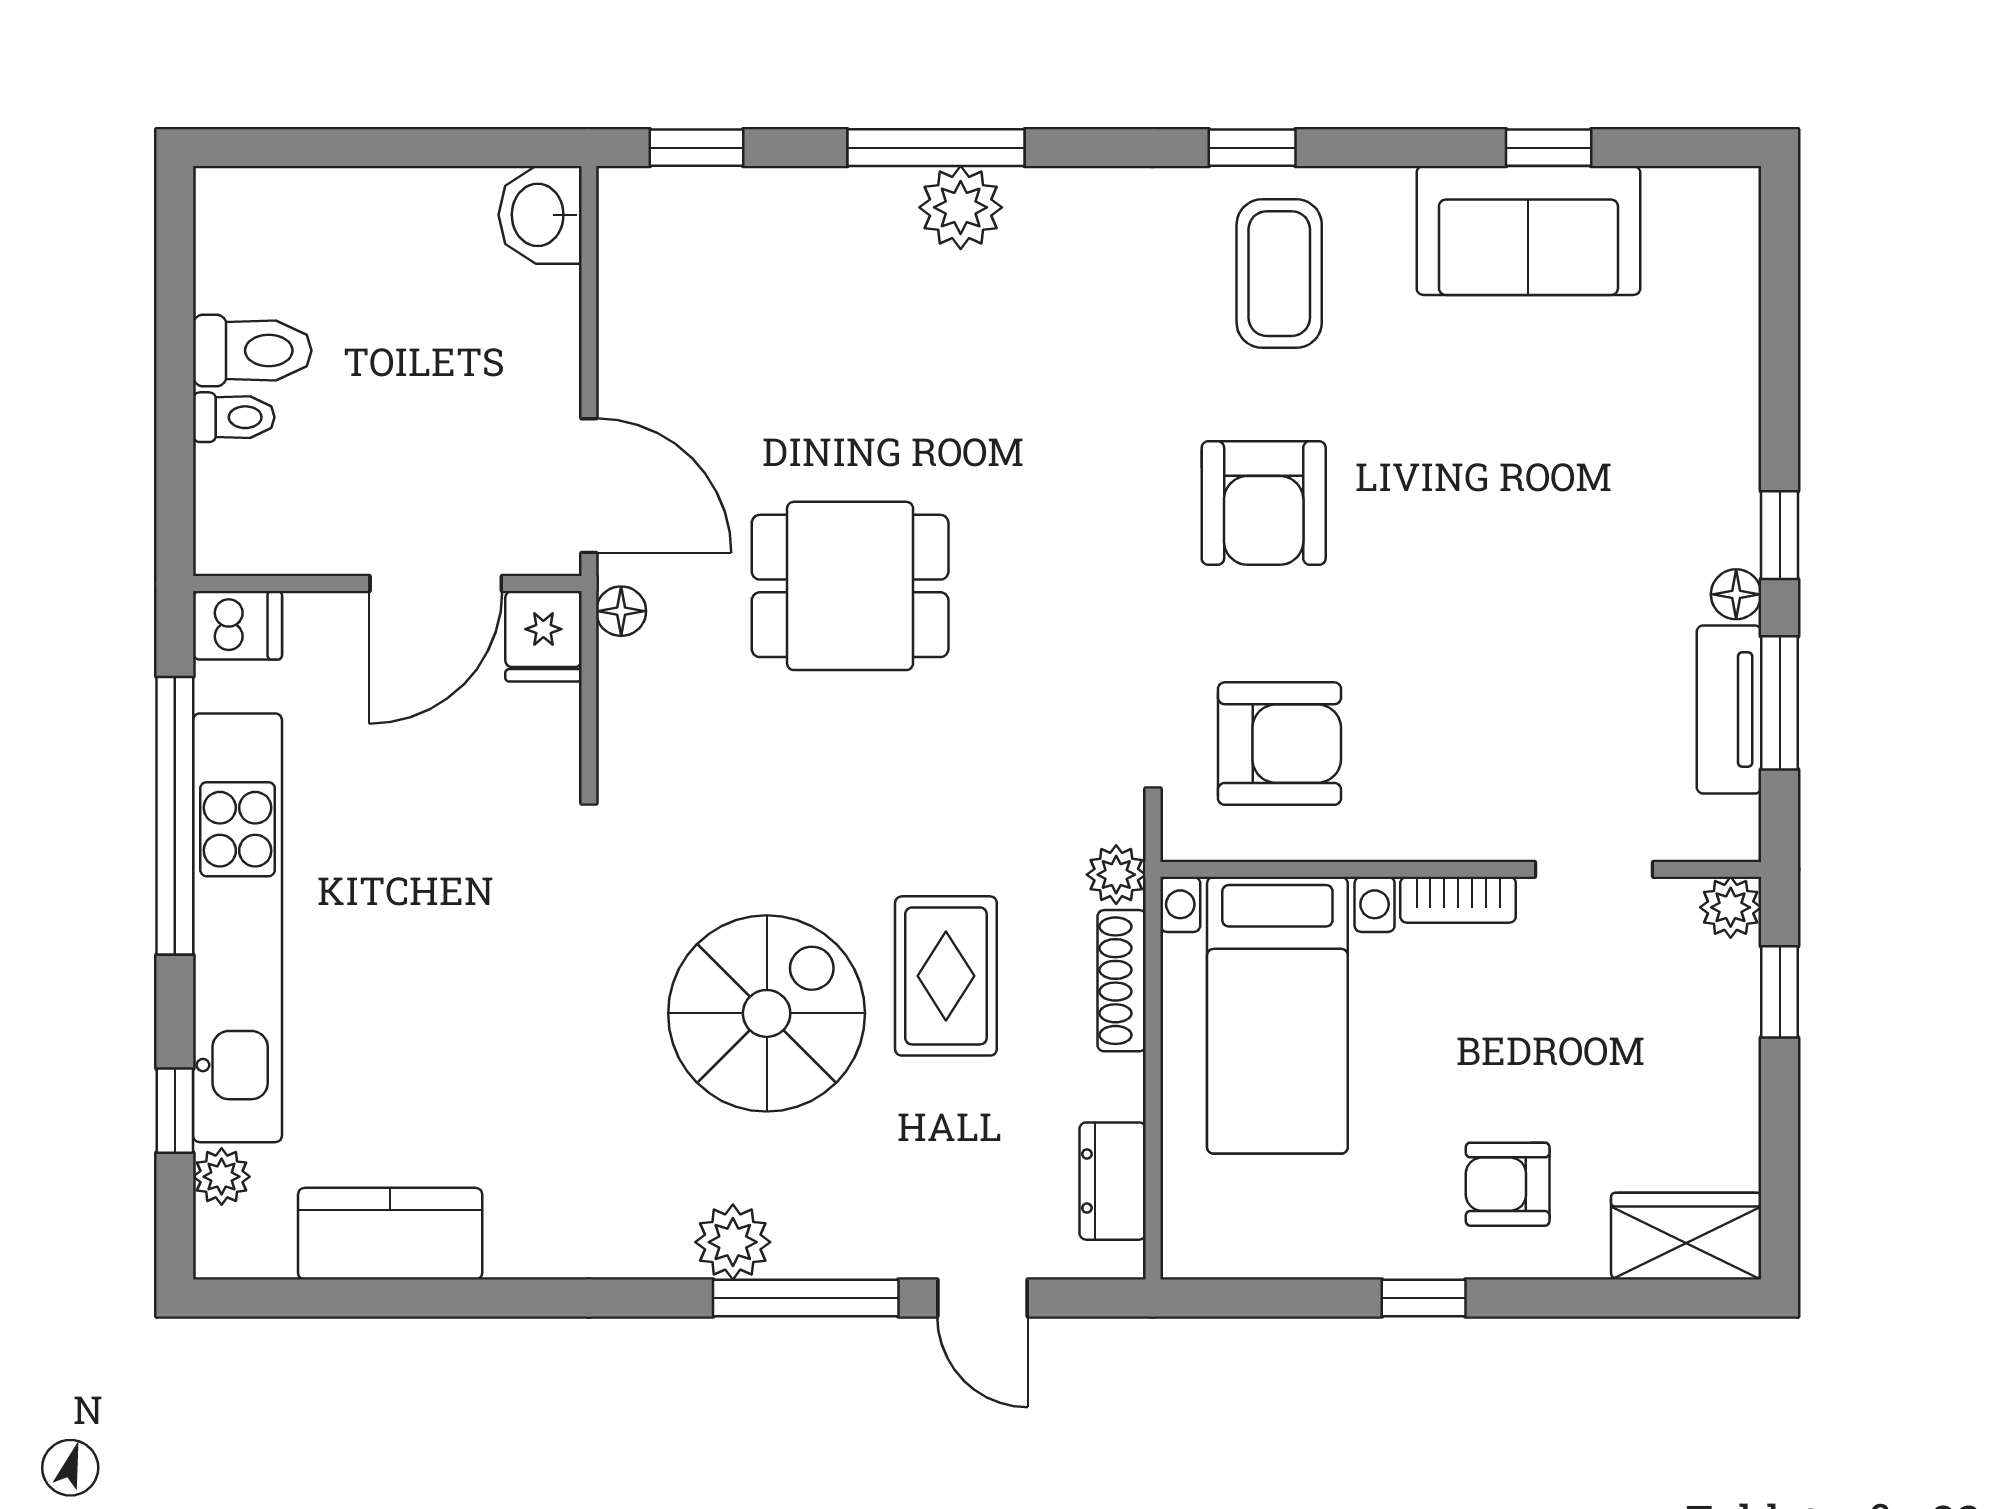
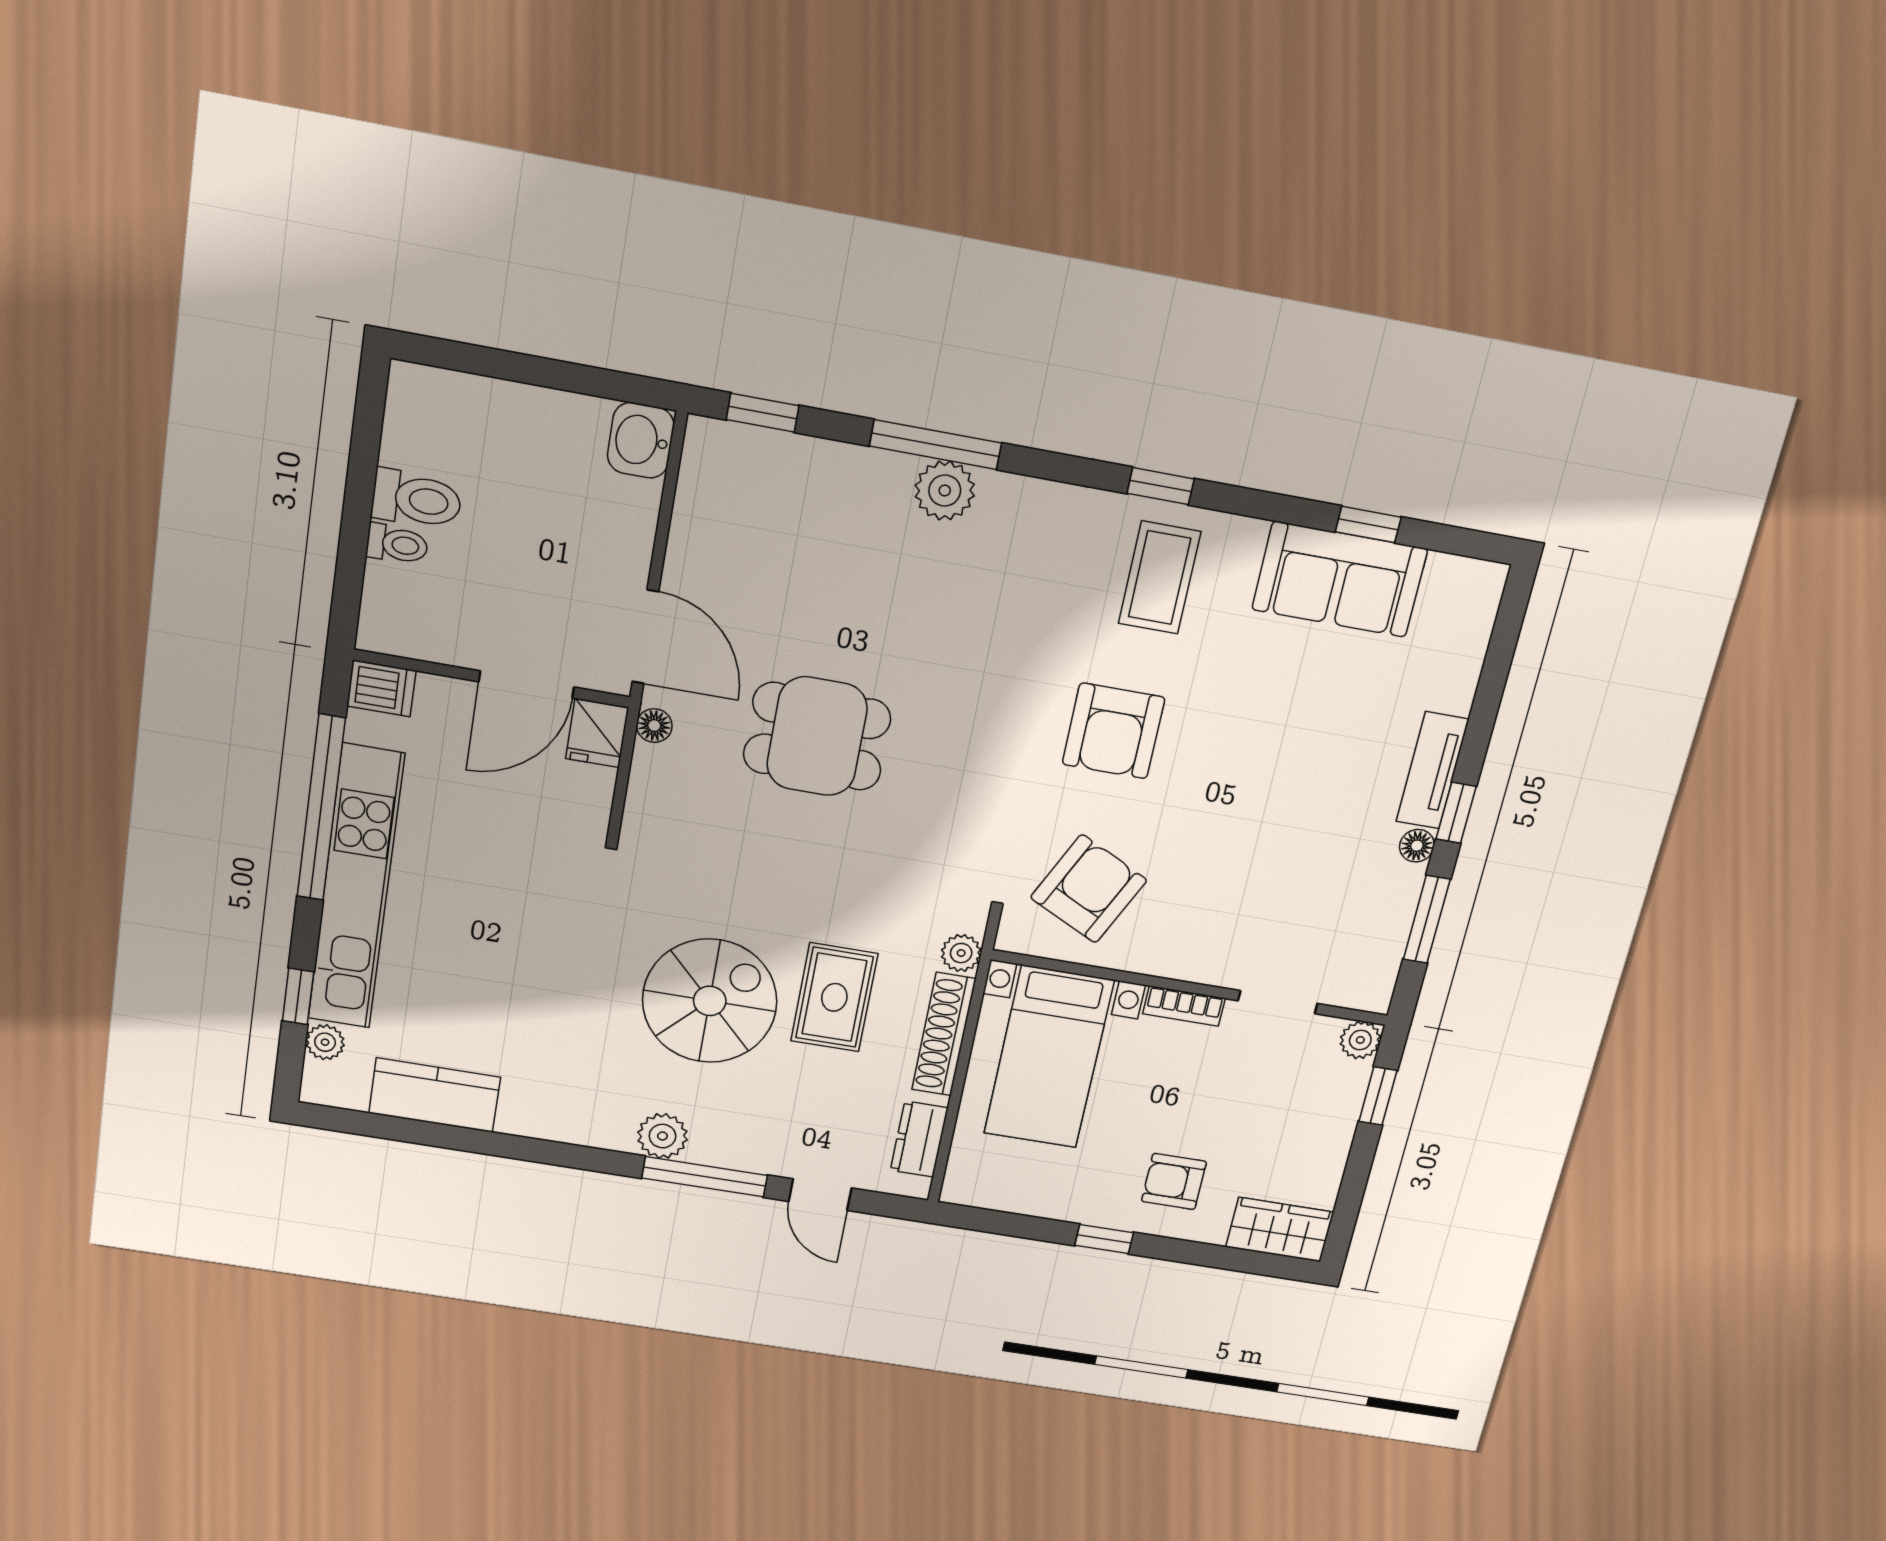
tv unit: (1729, 709) -> (1432, 770), moved
armchair: (1280, 744) -> (1089, 889), turned -64
shoe rack: (1122, 981) -> (944, 1034), width x1.36, depth x1.24

